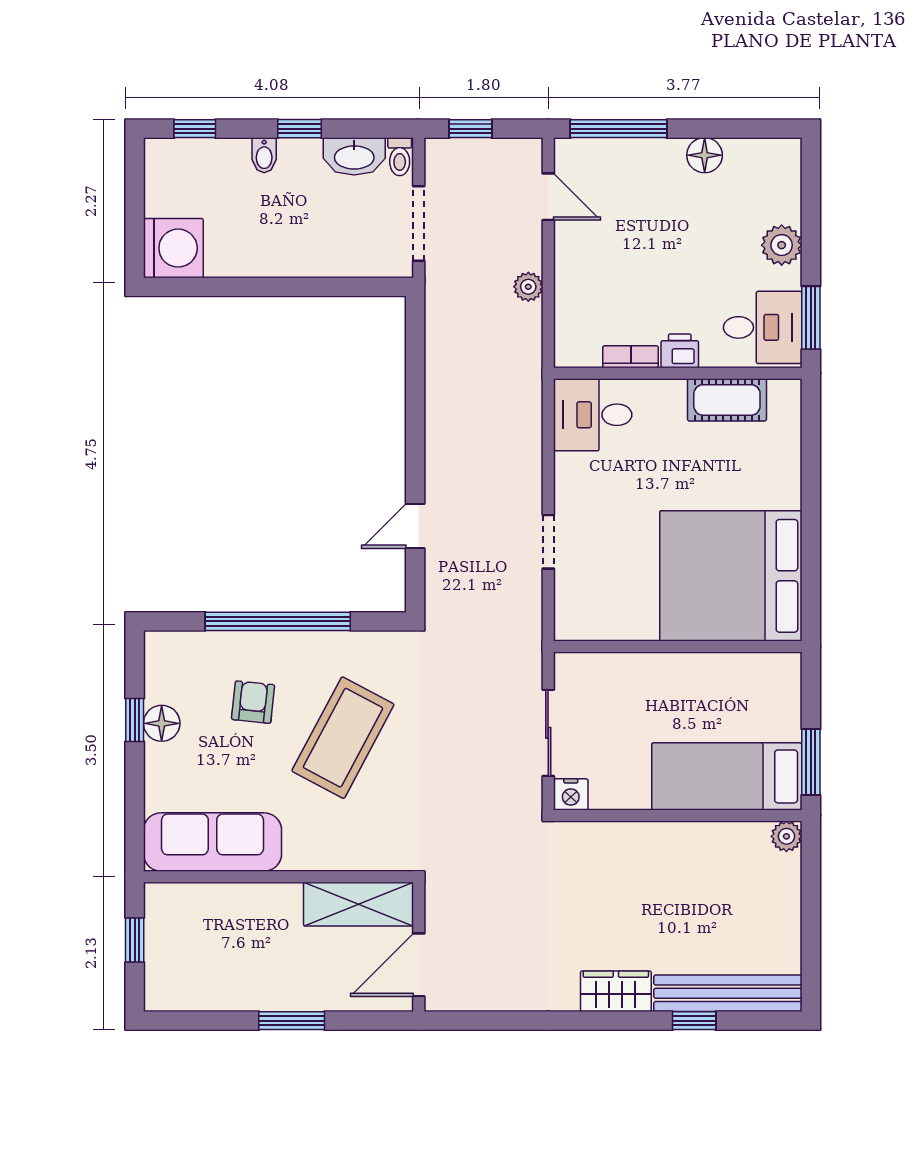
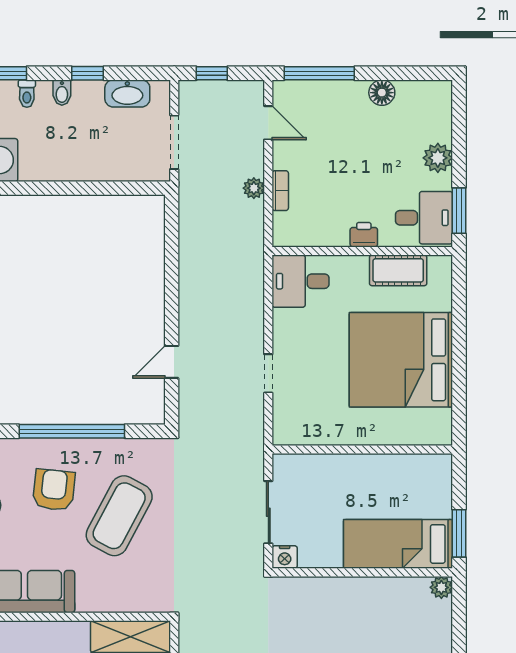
toilet: (400, 157) -> (27, 94), moved
bookcase: (631, 357) -> (280, 191), moved, turned 90
bed: (731, 576) -> (401, 360), moved
armchair: (253, 702) -> (54, 490), width x1.38, depth x1.38

